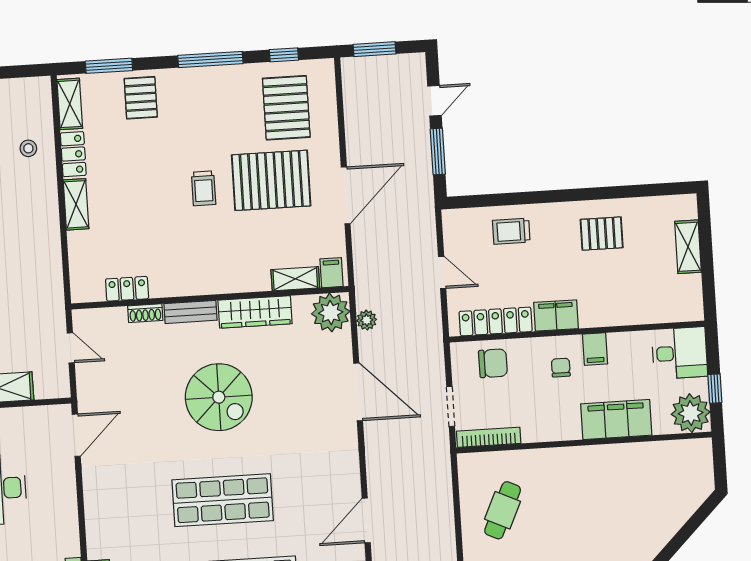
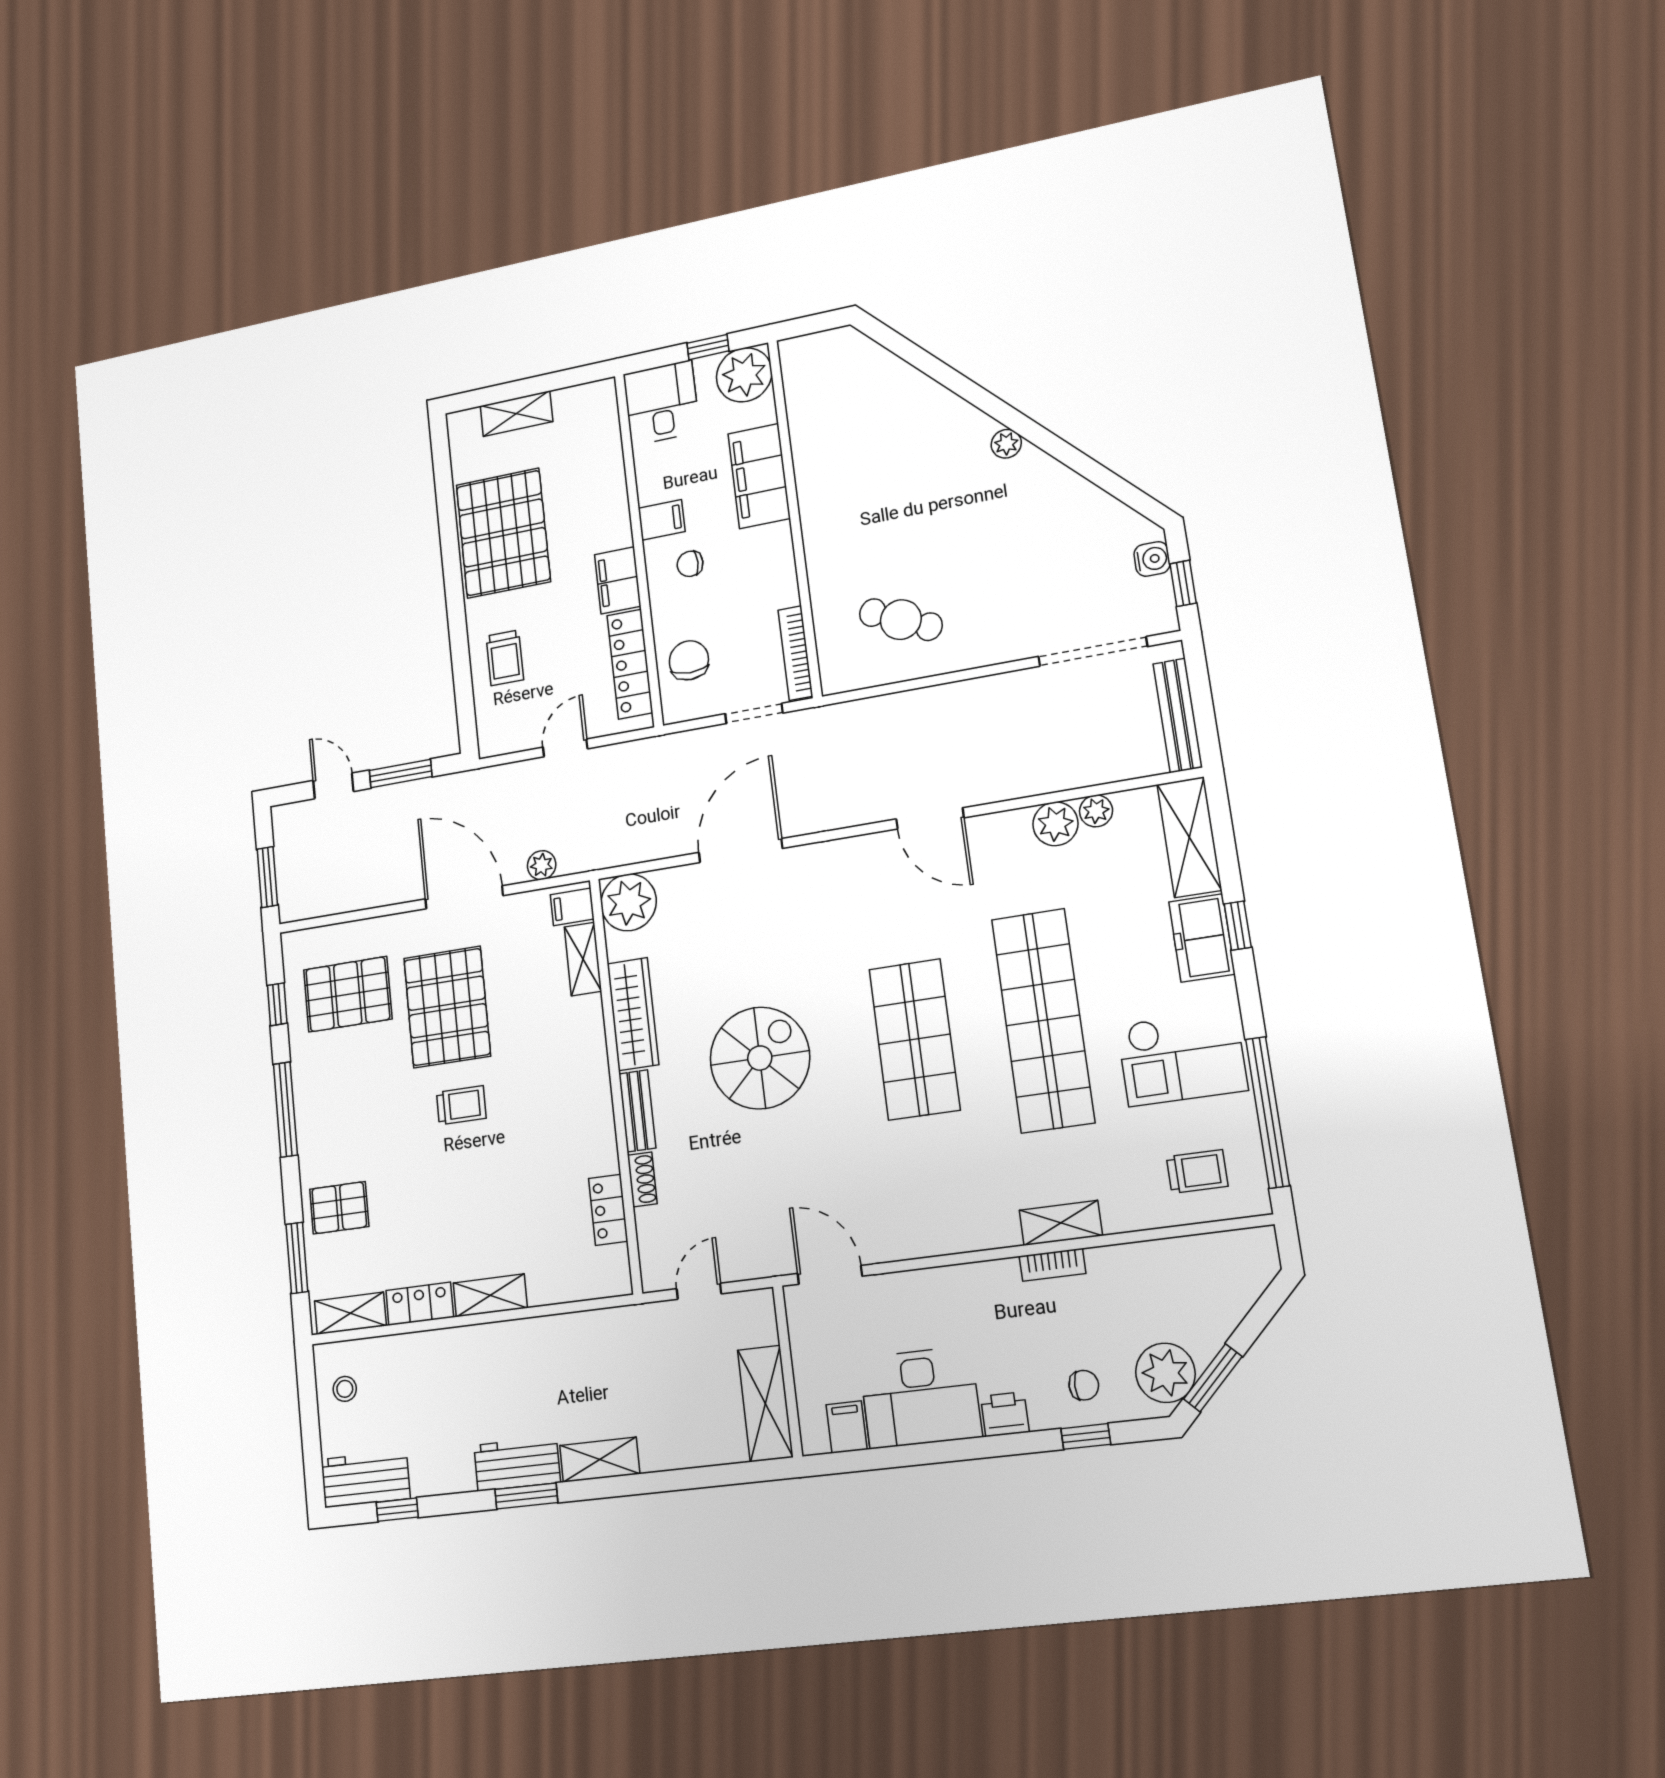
stool: (28, 148) -> (345, 1389), moved
pallet: (602, 234) -> (503, 533), width x2.05, depth x2.00
plant: (367, 320) -> (542, 865), moved

